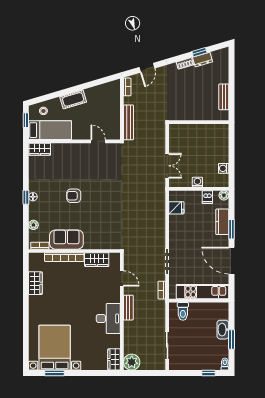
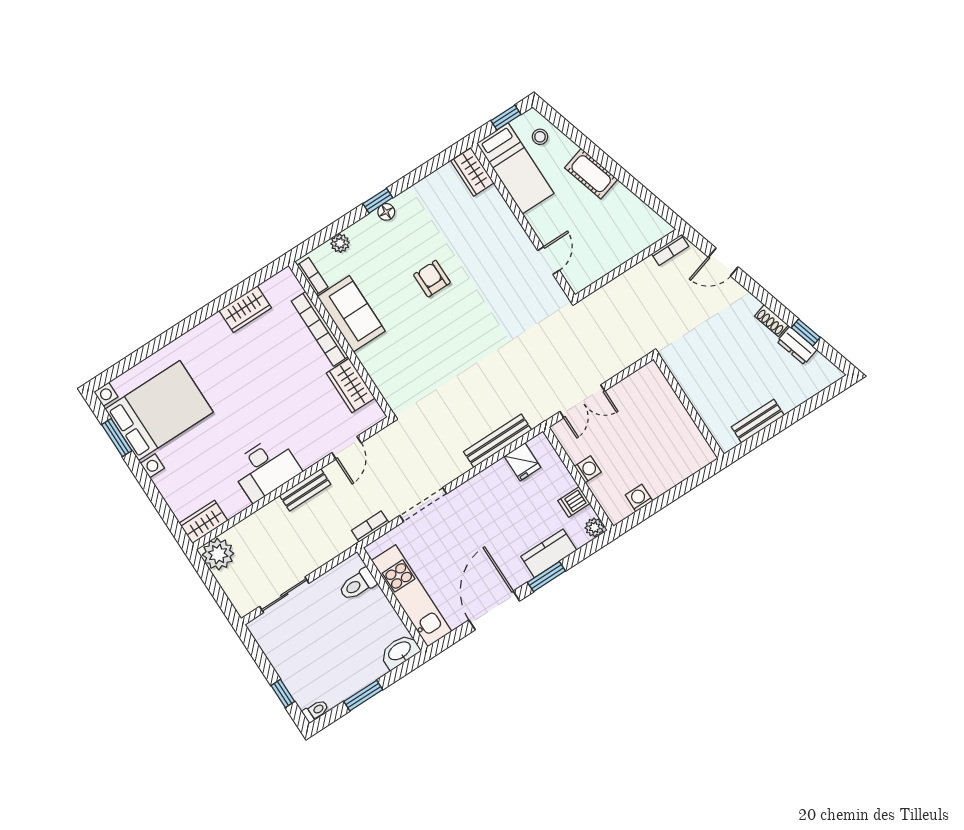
bench: (129, 122) -> (498, 441), moved
washbasin: (223, 330) -> (400, 651), moved

